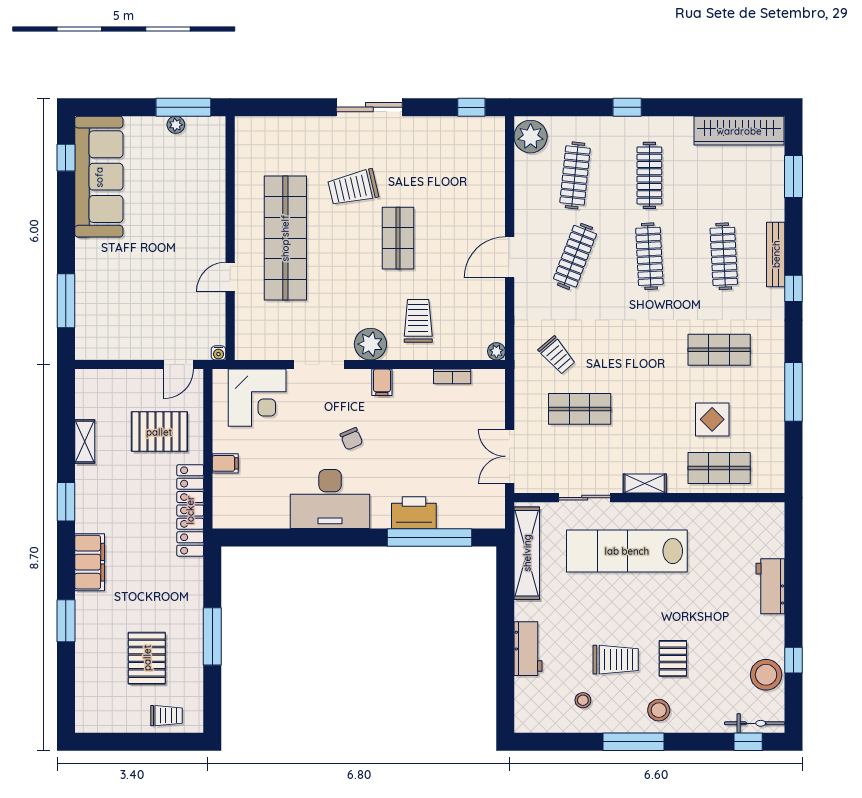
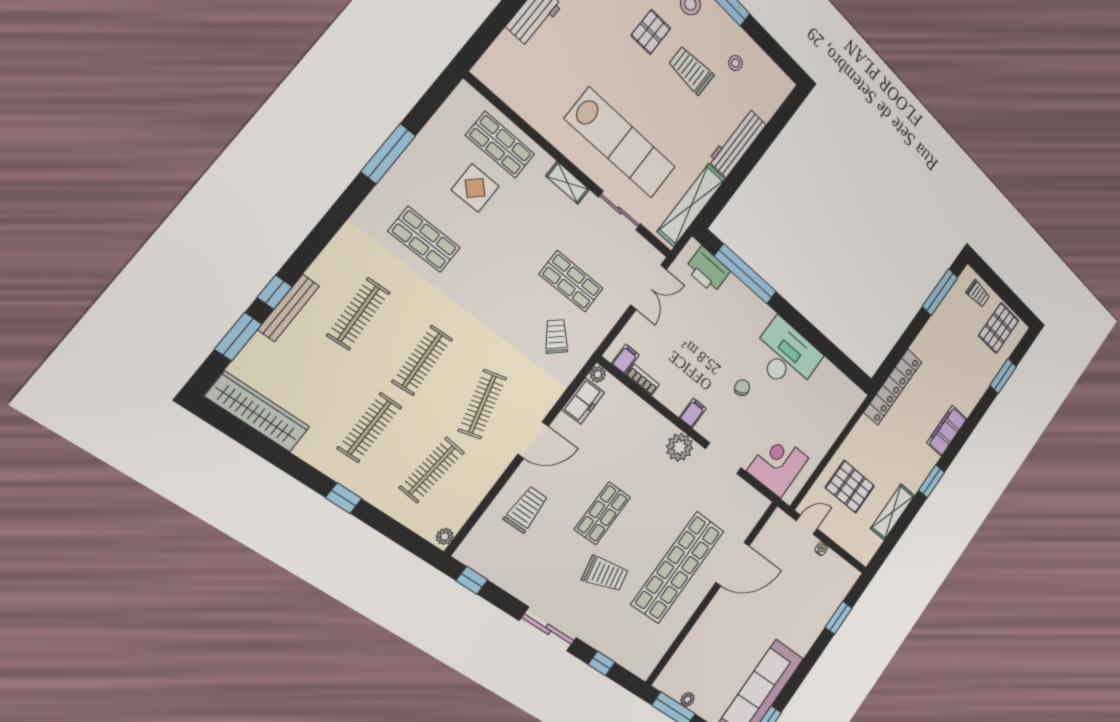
window: (293, 107) -> (602, 663), added
plant: (531, 137) -> (445, 536), width x0.53, depth x0.53
bench: (776, 254) -> (289, 308), moved
clothes rail: (575, 256) -> (482, 404), turned -36
door: (230, 277) -> (733, 564), width x1.88
window: (794, 288) -> (275, 292), moved
window: (66, 301) -> (839, 618), width x0.69
freezer: (492, 320) -> (583, 401), added
trolley: (418, 321) -> (526, 509), moved, turned 180
water cooler: (218, 353) -> (821, 549), moved
shelving: (85, 441) -> (893, 512), width x1.50, depth x1.33
filing cabinet: (225, 463) -> (625, 359), moved, turned 90
locker: (190, 510) -> (893, 387), moved
printer: (414, 513) -> (708, 270), moved
window: (66, 621) -> (1003, 376), moved
window: (212, 636) -> (940, 292), moved
workbench: (528, 649) -> (737, 143), width x1.38
pallet: (147, 658) -> (999, 328), moved
trolley: (166, 716) -> (978, 294), turned 180

